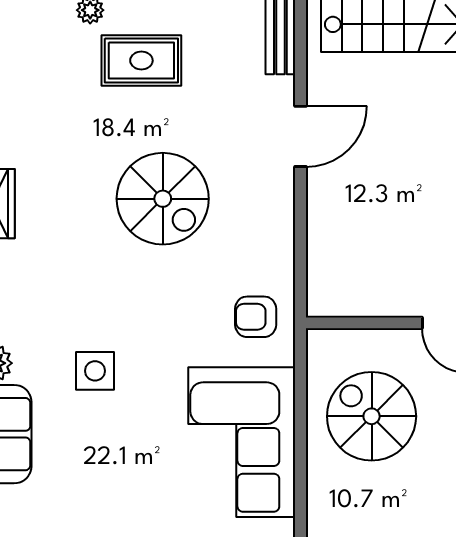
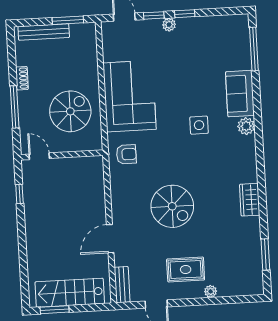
spiral stairs: (163, 199) -> (172, 206), turned 180
spiral stairs: (372, 416) -> (70, 111), turned -90

